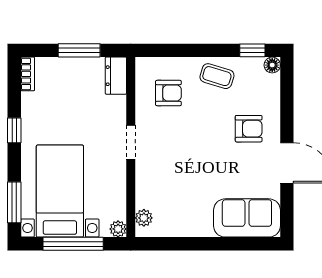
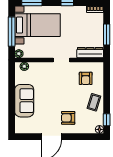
dresser: (116, 76) -> (90, 53), width x1.44
armchair: (249, 129) -> (68, 118), turned 90
sofa: (247, 218) -> (24, 101), moved

